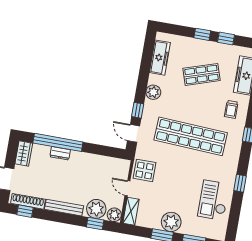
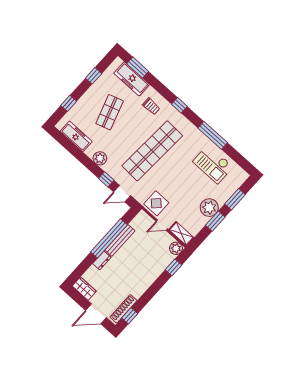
window: (202, 34) -> (69, 103), moved
window: (58, 142) -> (109, 238), moved
window: (240, 183) -> (213, 135), width x2.17
bench: (64, 208) -> (120, 240), moved
plant: (96, 209) -> (163, 259), removed

